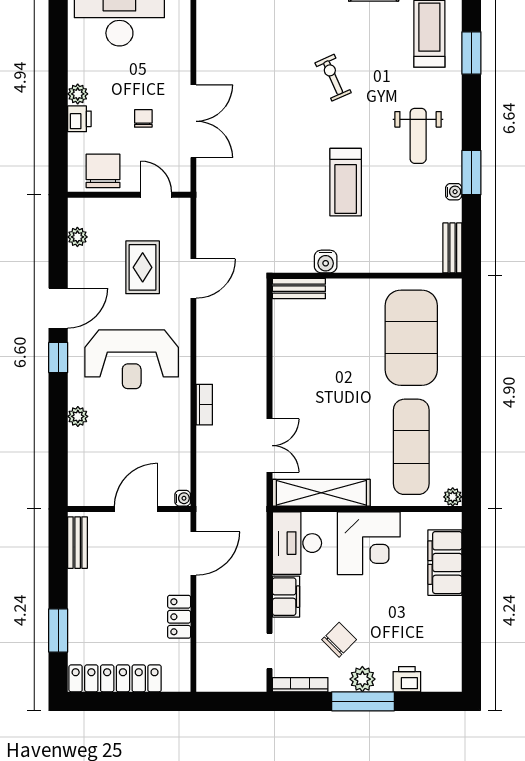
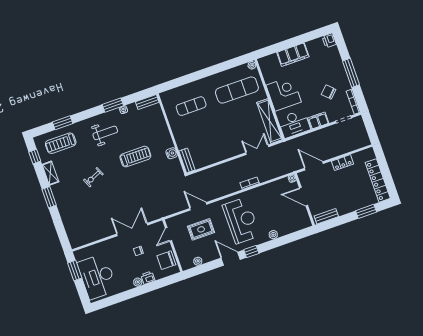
exercise mat: (411, 338) -> (191, 106), width x0.50, depth x0.69
filing cabinet: (445, 563) -> (293, 55), moved
plant: (362, 679) -> (342, 76), removed
printer: (407, 679) -> (329, 40), moved

